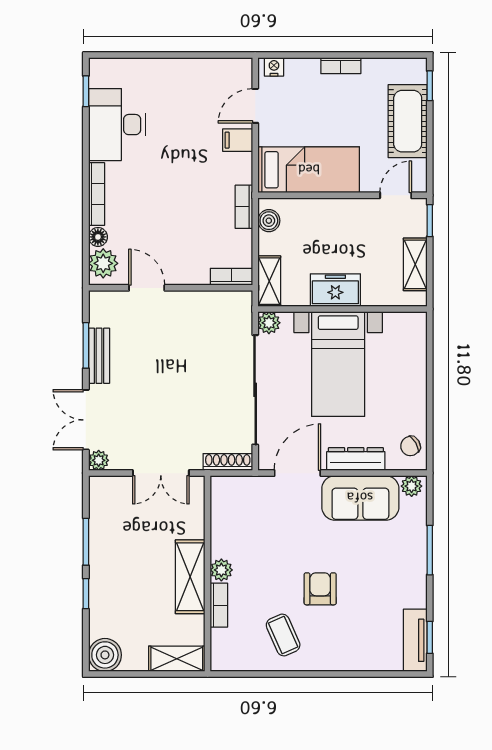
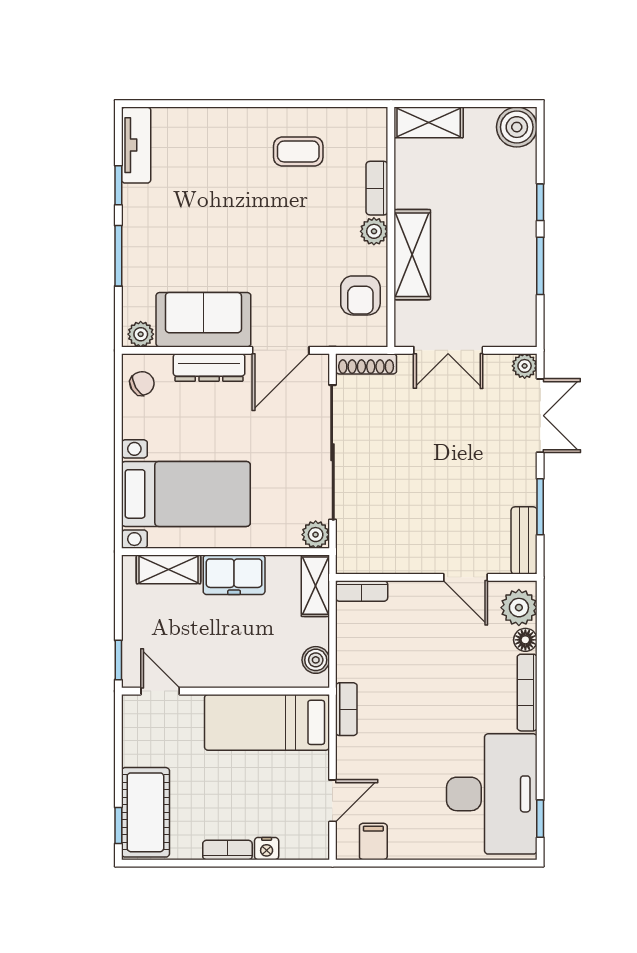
nightstand: (274, 67) -> (267, 849), moved
cot: (408, 121) -> (145, 812), moved
desk: (117, 125) -> (492, 794), width x1.36, depth x1.30
filing cabinet: (238, 140) -> (373, 842), moved, turned -90
door: (396, 195) -> (160, 691), swing flipped
bookcase: (244, 207) -> (346, 709), moved
shelving: (415, 264) -> (168, 569), moved, turned 90
bench: (99, 356) -> (524, 540), moved
bed with nightstands: (338, 364) -> (186, 494), moved, turned 90
double door: (161, 473) -> (448, 350), swing flipped
shelving: (190, 577) -> (412, 255), moved
armchair: (320, 589) -> (360, 295), moved
coffee table: (283, 635) -> (298, 151), turned -66
window: (430, 637) -> (118, 185), moved

